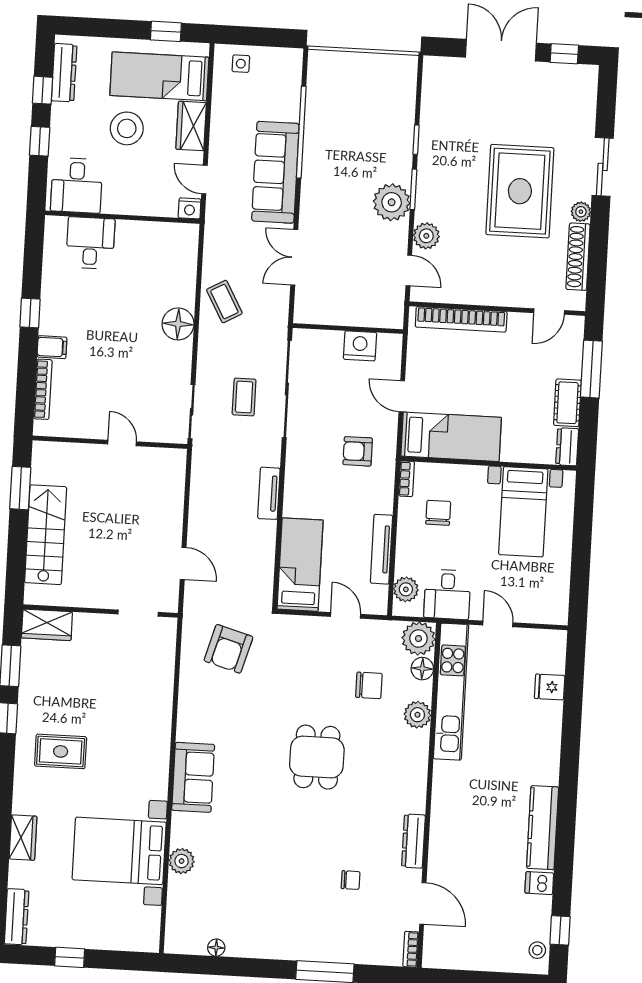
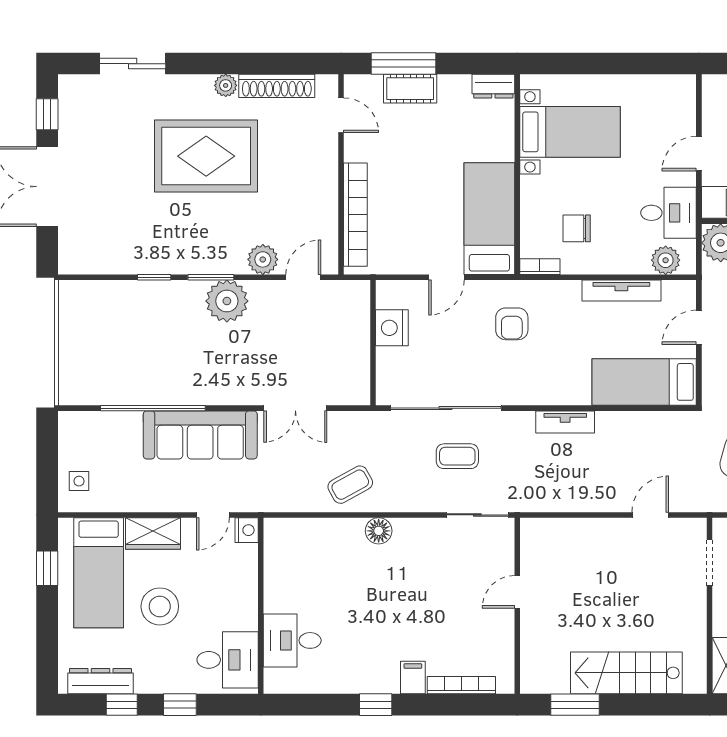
sliding door: (603, 167) -> (133, 64), moved
floor lamp: (178, 324) -> (379, 531), width x0.73, depth x0.73
cot: (567, 403) -> (410, 89), moved

